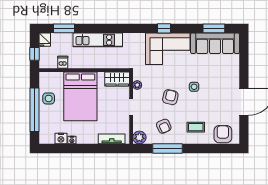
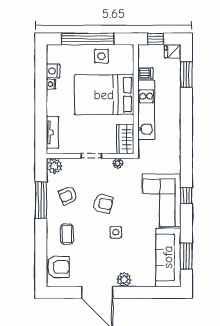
kitchen unit: (98, 40) -> (146, 110), moved, turned 180
plant: (233, 80) -> (124, 280), added

